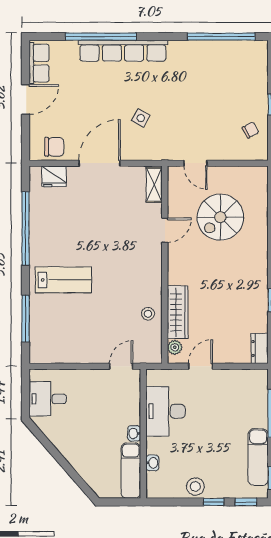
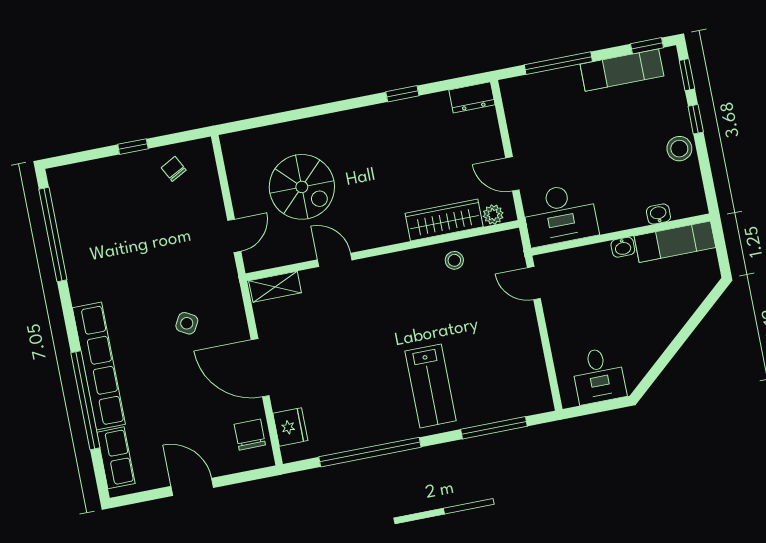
row of seats: (39, 63) -> (116, 458), moved, turned 90
lab bench: (63, 280) -> (431, 386), turned 180
desk: (166, 411) -> (560, 215), moved

